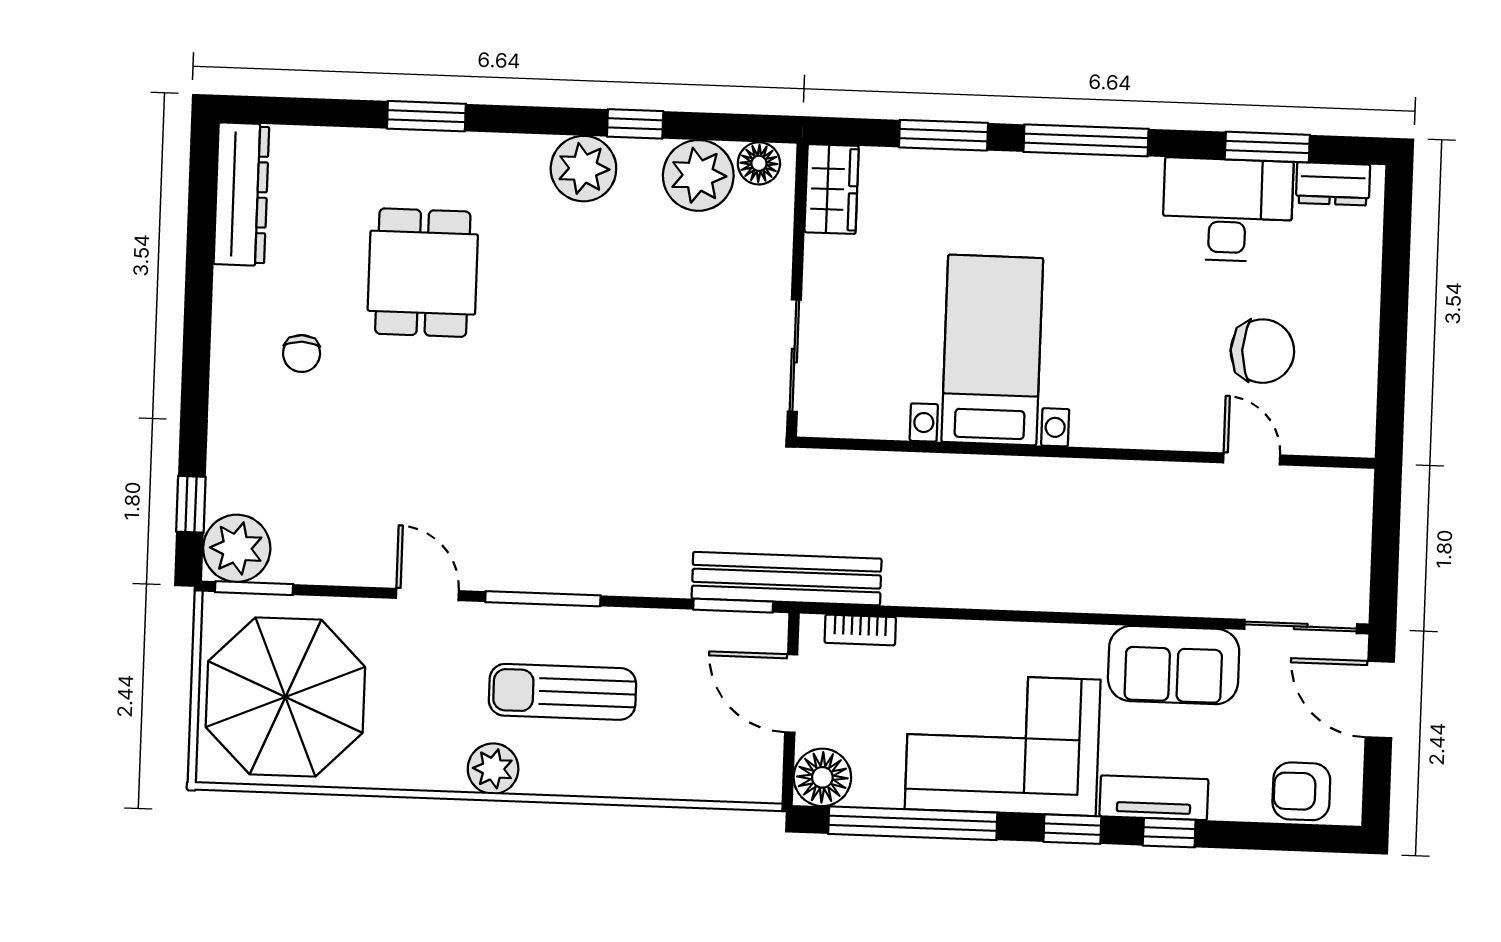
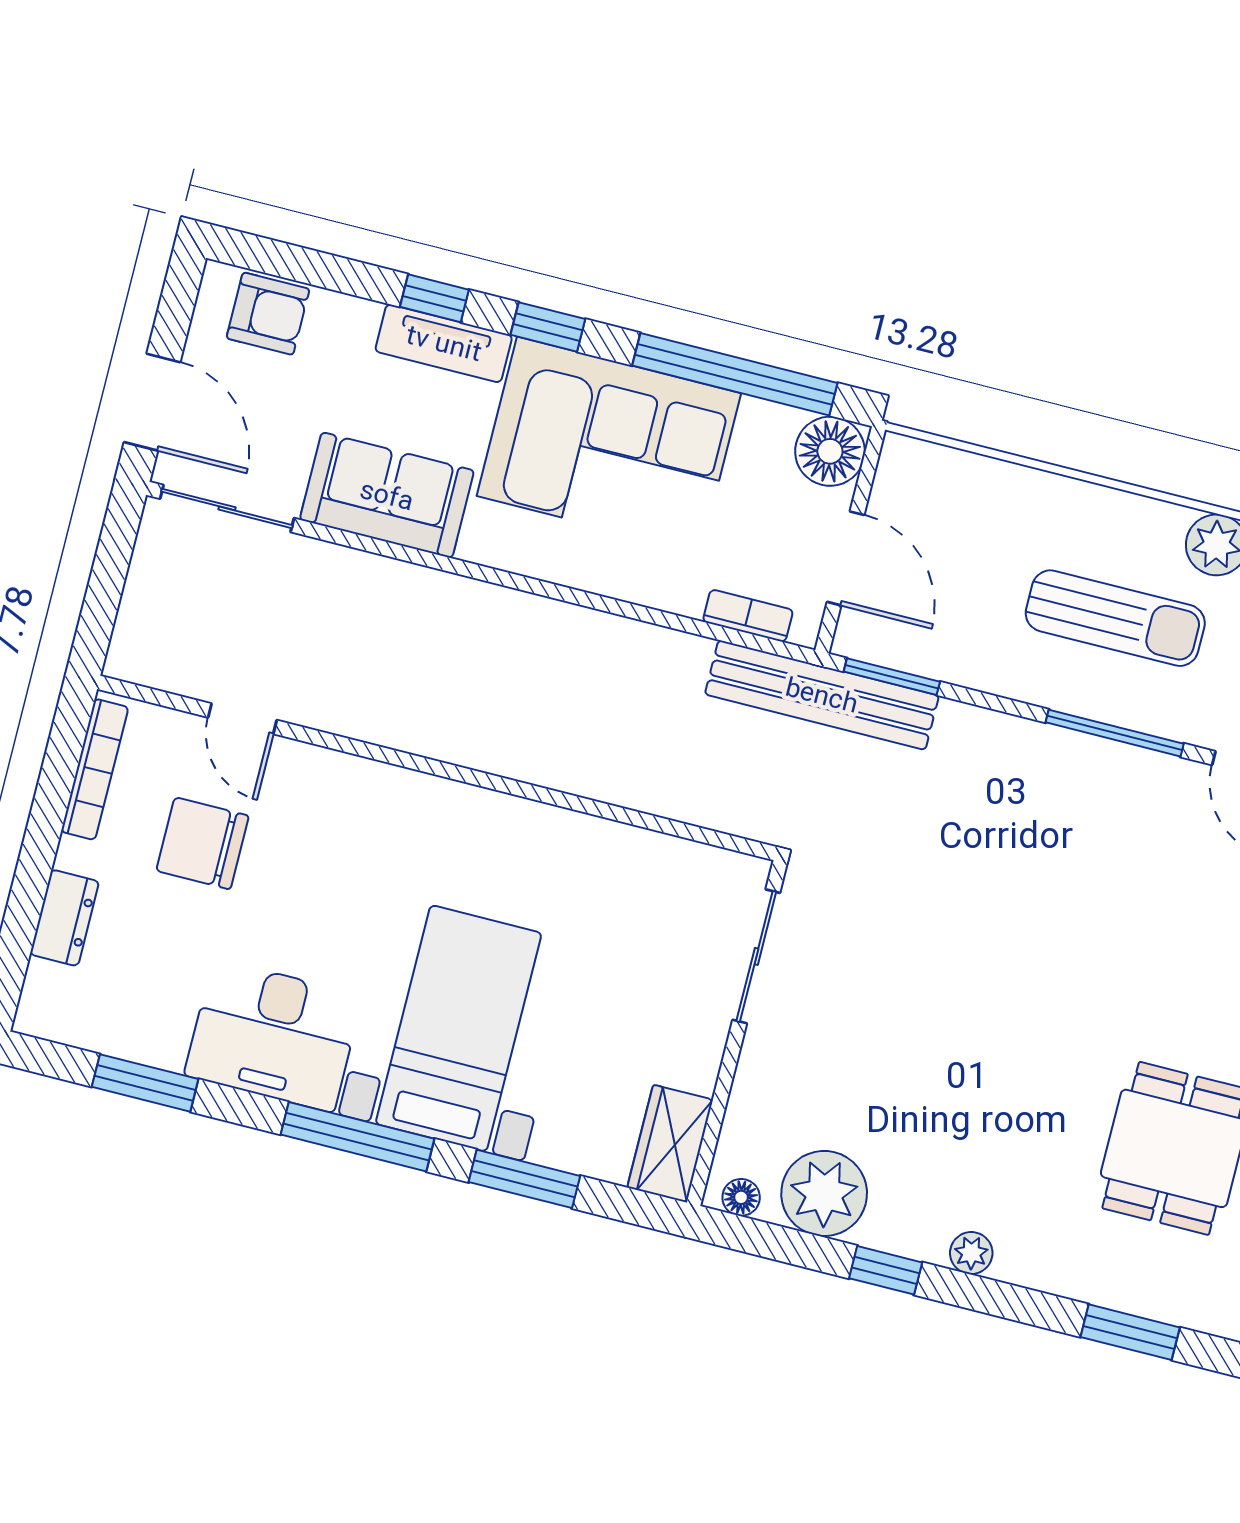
floor lamp: (759, 163) -> (741, 1197), width x0.73, depth x0.73
plant: (583, 169) -> (971, 1253), width x0.53, depth x0.53
dresser: (1333, 184) -> (64, 918), moved, turned 90
desk: (1228, 210) -> (274, 1035), moved
bed with nightstands: (992, 350) -> (459, 1028), moved, turned 180
bookcase: (1363, 392) -> (95, 769), added

